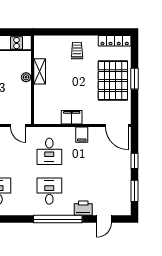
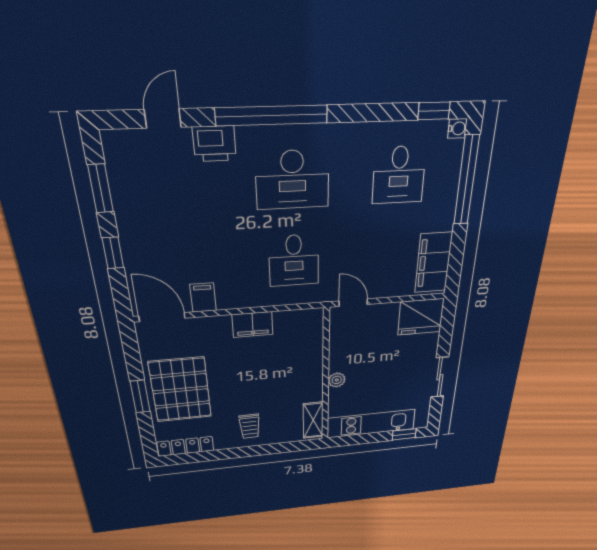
shelving: (40, 71) -> (313, 420), moved
filing cabinet: (82, 135) -> (203, 298), moved
desk: (49, 151) -> (294, 260), turned 180
desk: (49, 191) -> (292, 180), width x1.37

